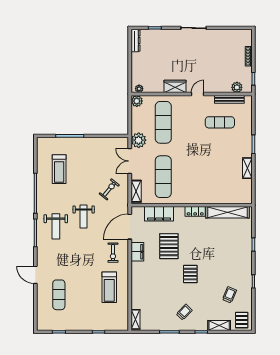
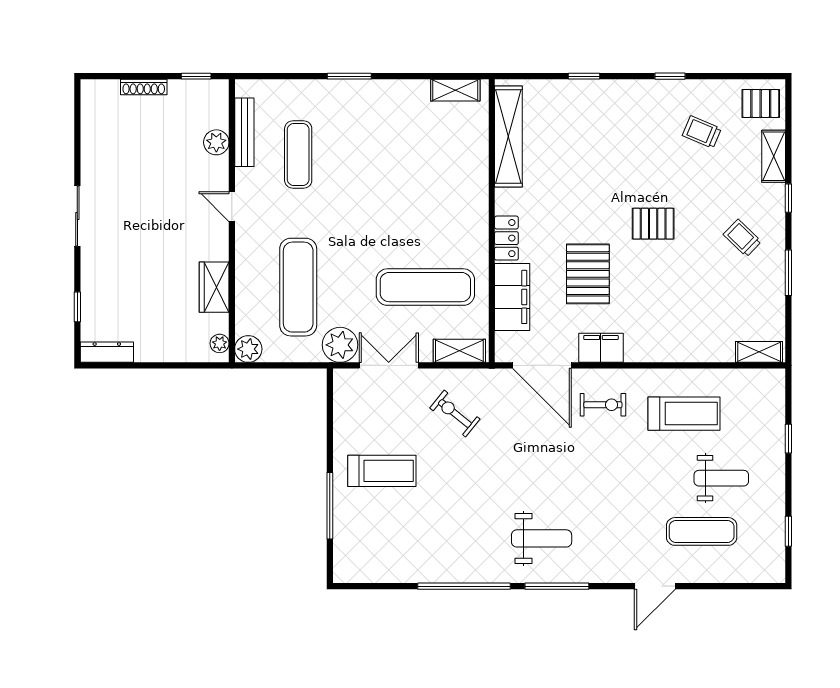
wardrobe: (175, 86) -> (214, 287), moved
plant: (237, 87) -> (216, 142), moved
exercise mat: (163, 122) -> (298, 287), turned 90
double door: (130, 161) -> (389, 365), swing flipped
shelving: (247, 168) -> (455, 90), moved
treadmill: (59, 169) -> (382, 471), moved
locker: (195, 211) -> (506, 238), moved
weight bench: (84, 216) -> (721, 478), moved
pallet: (169, 246) -> (588, 274), turned 90

